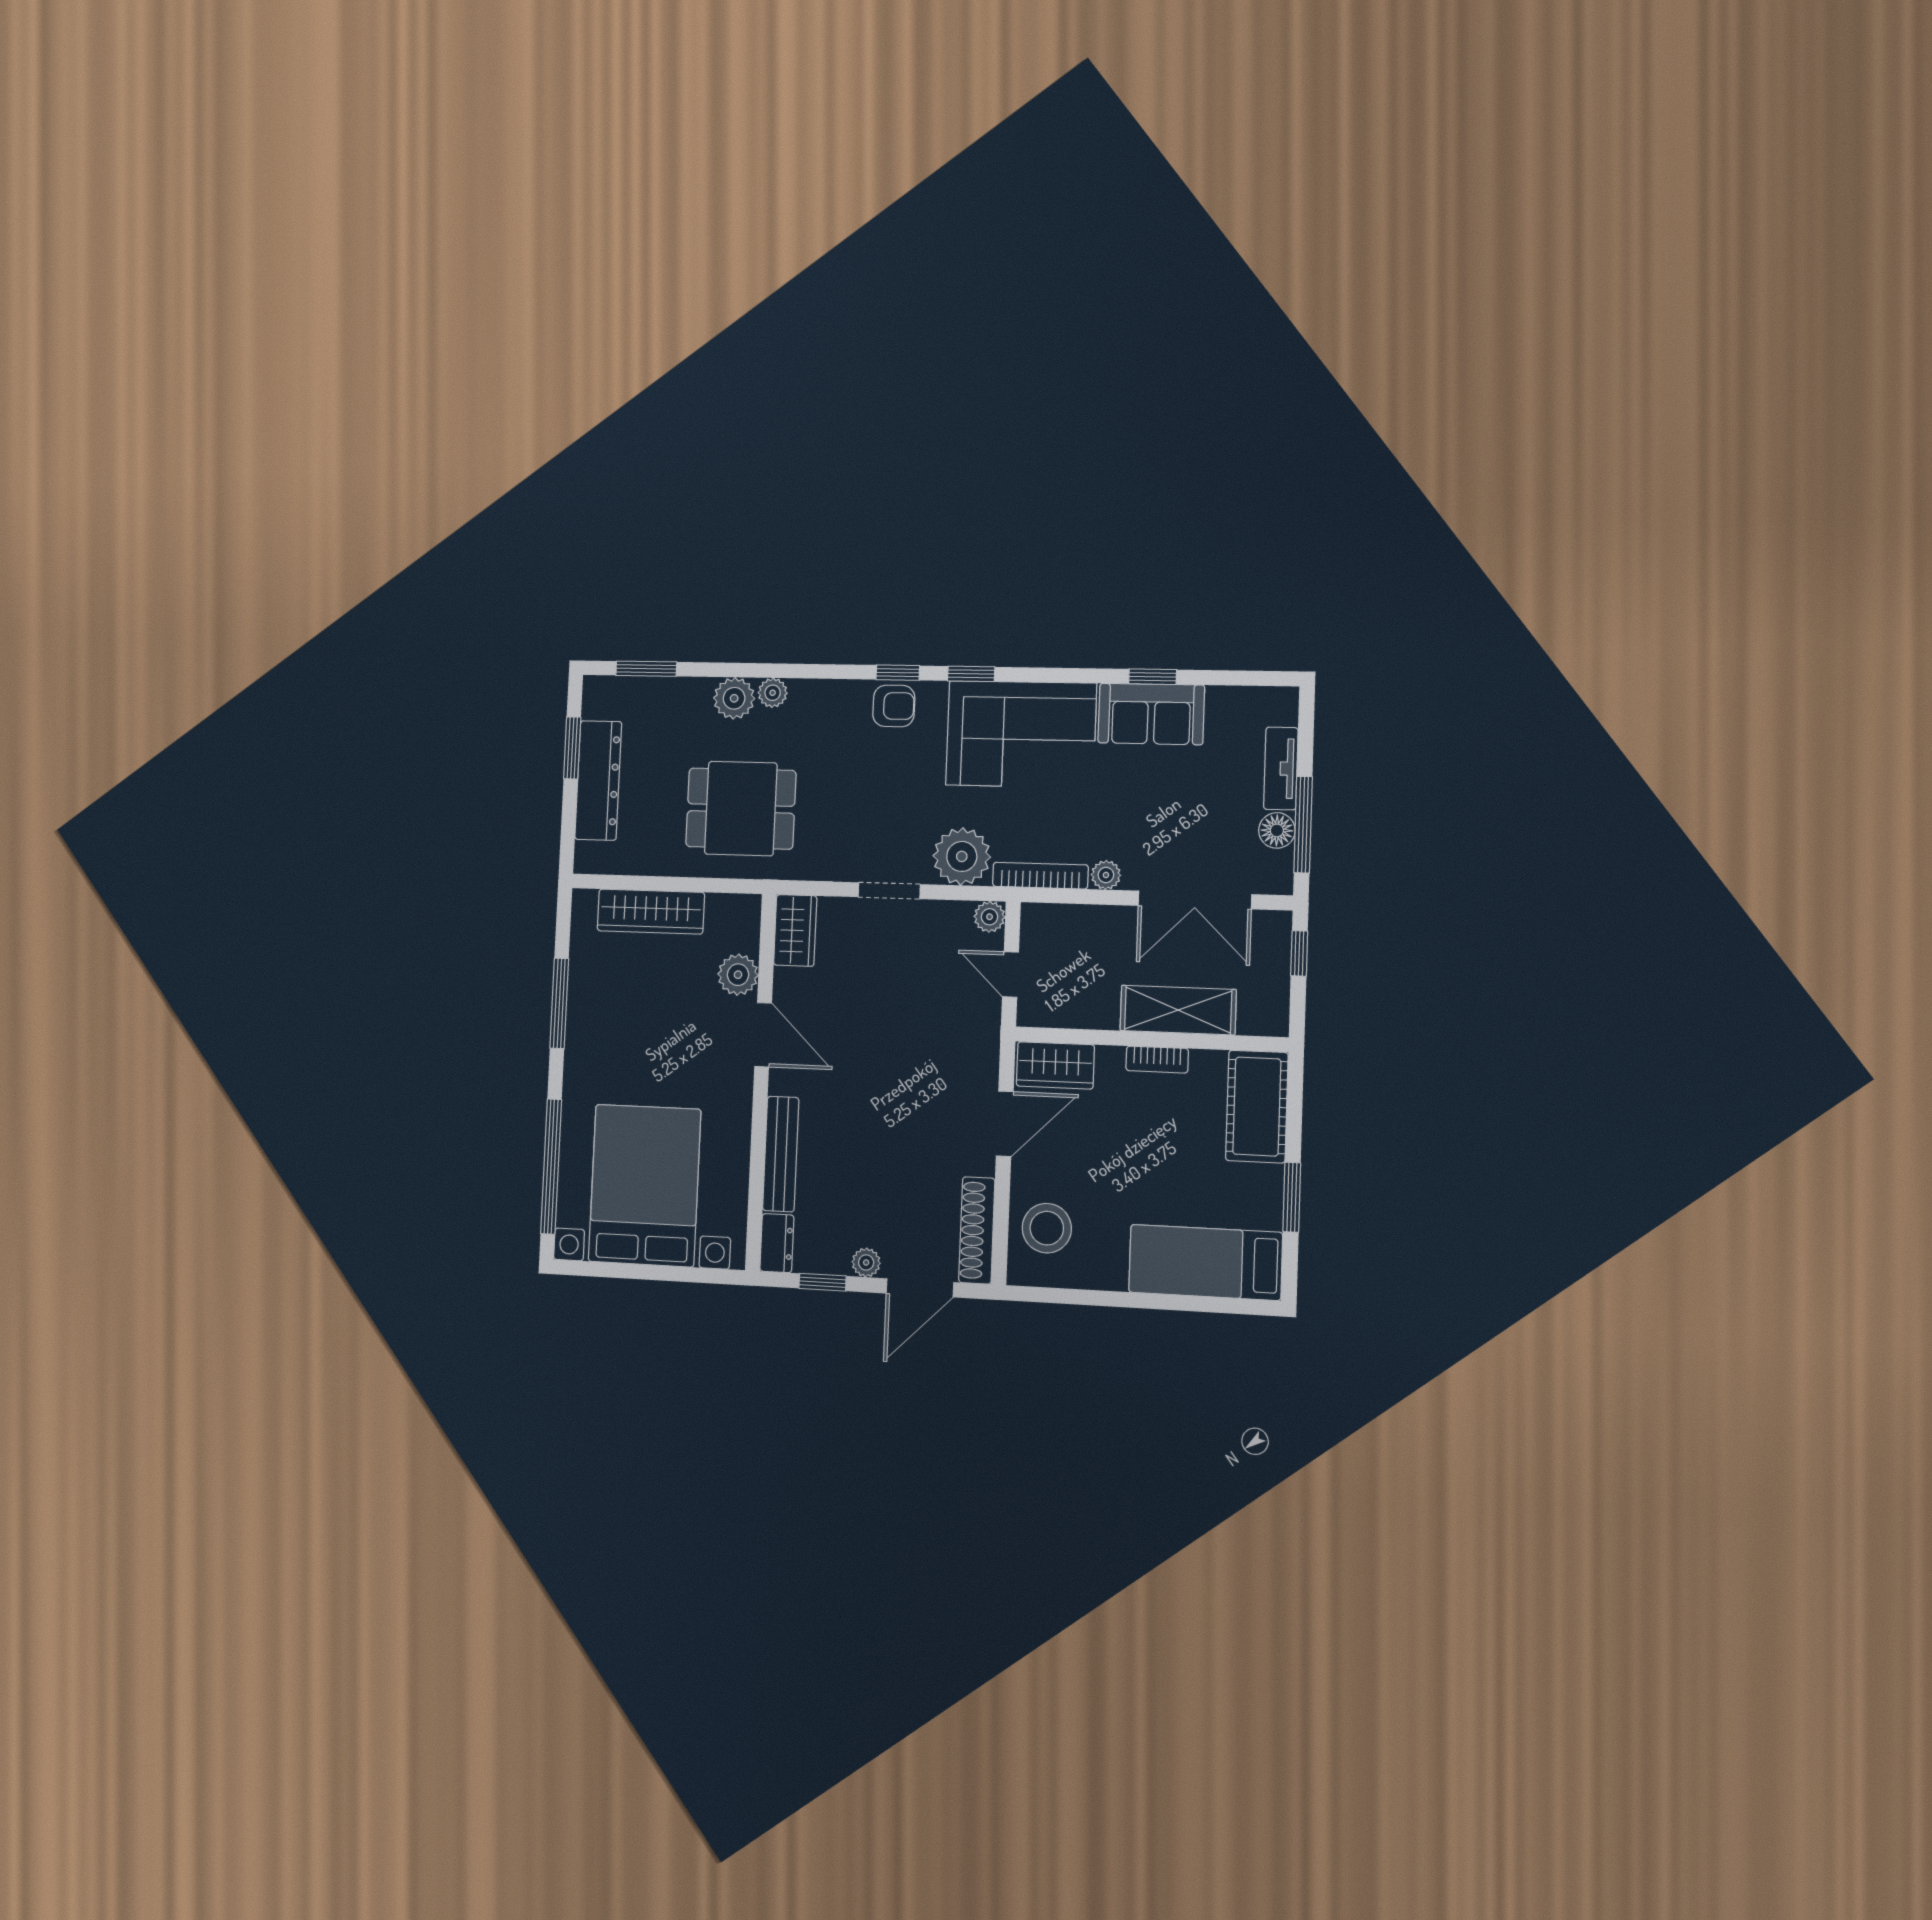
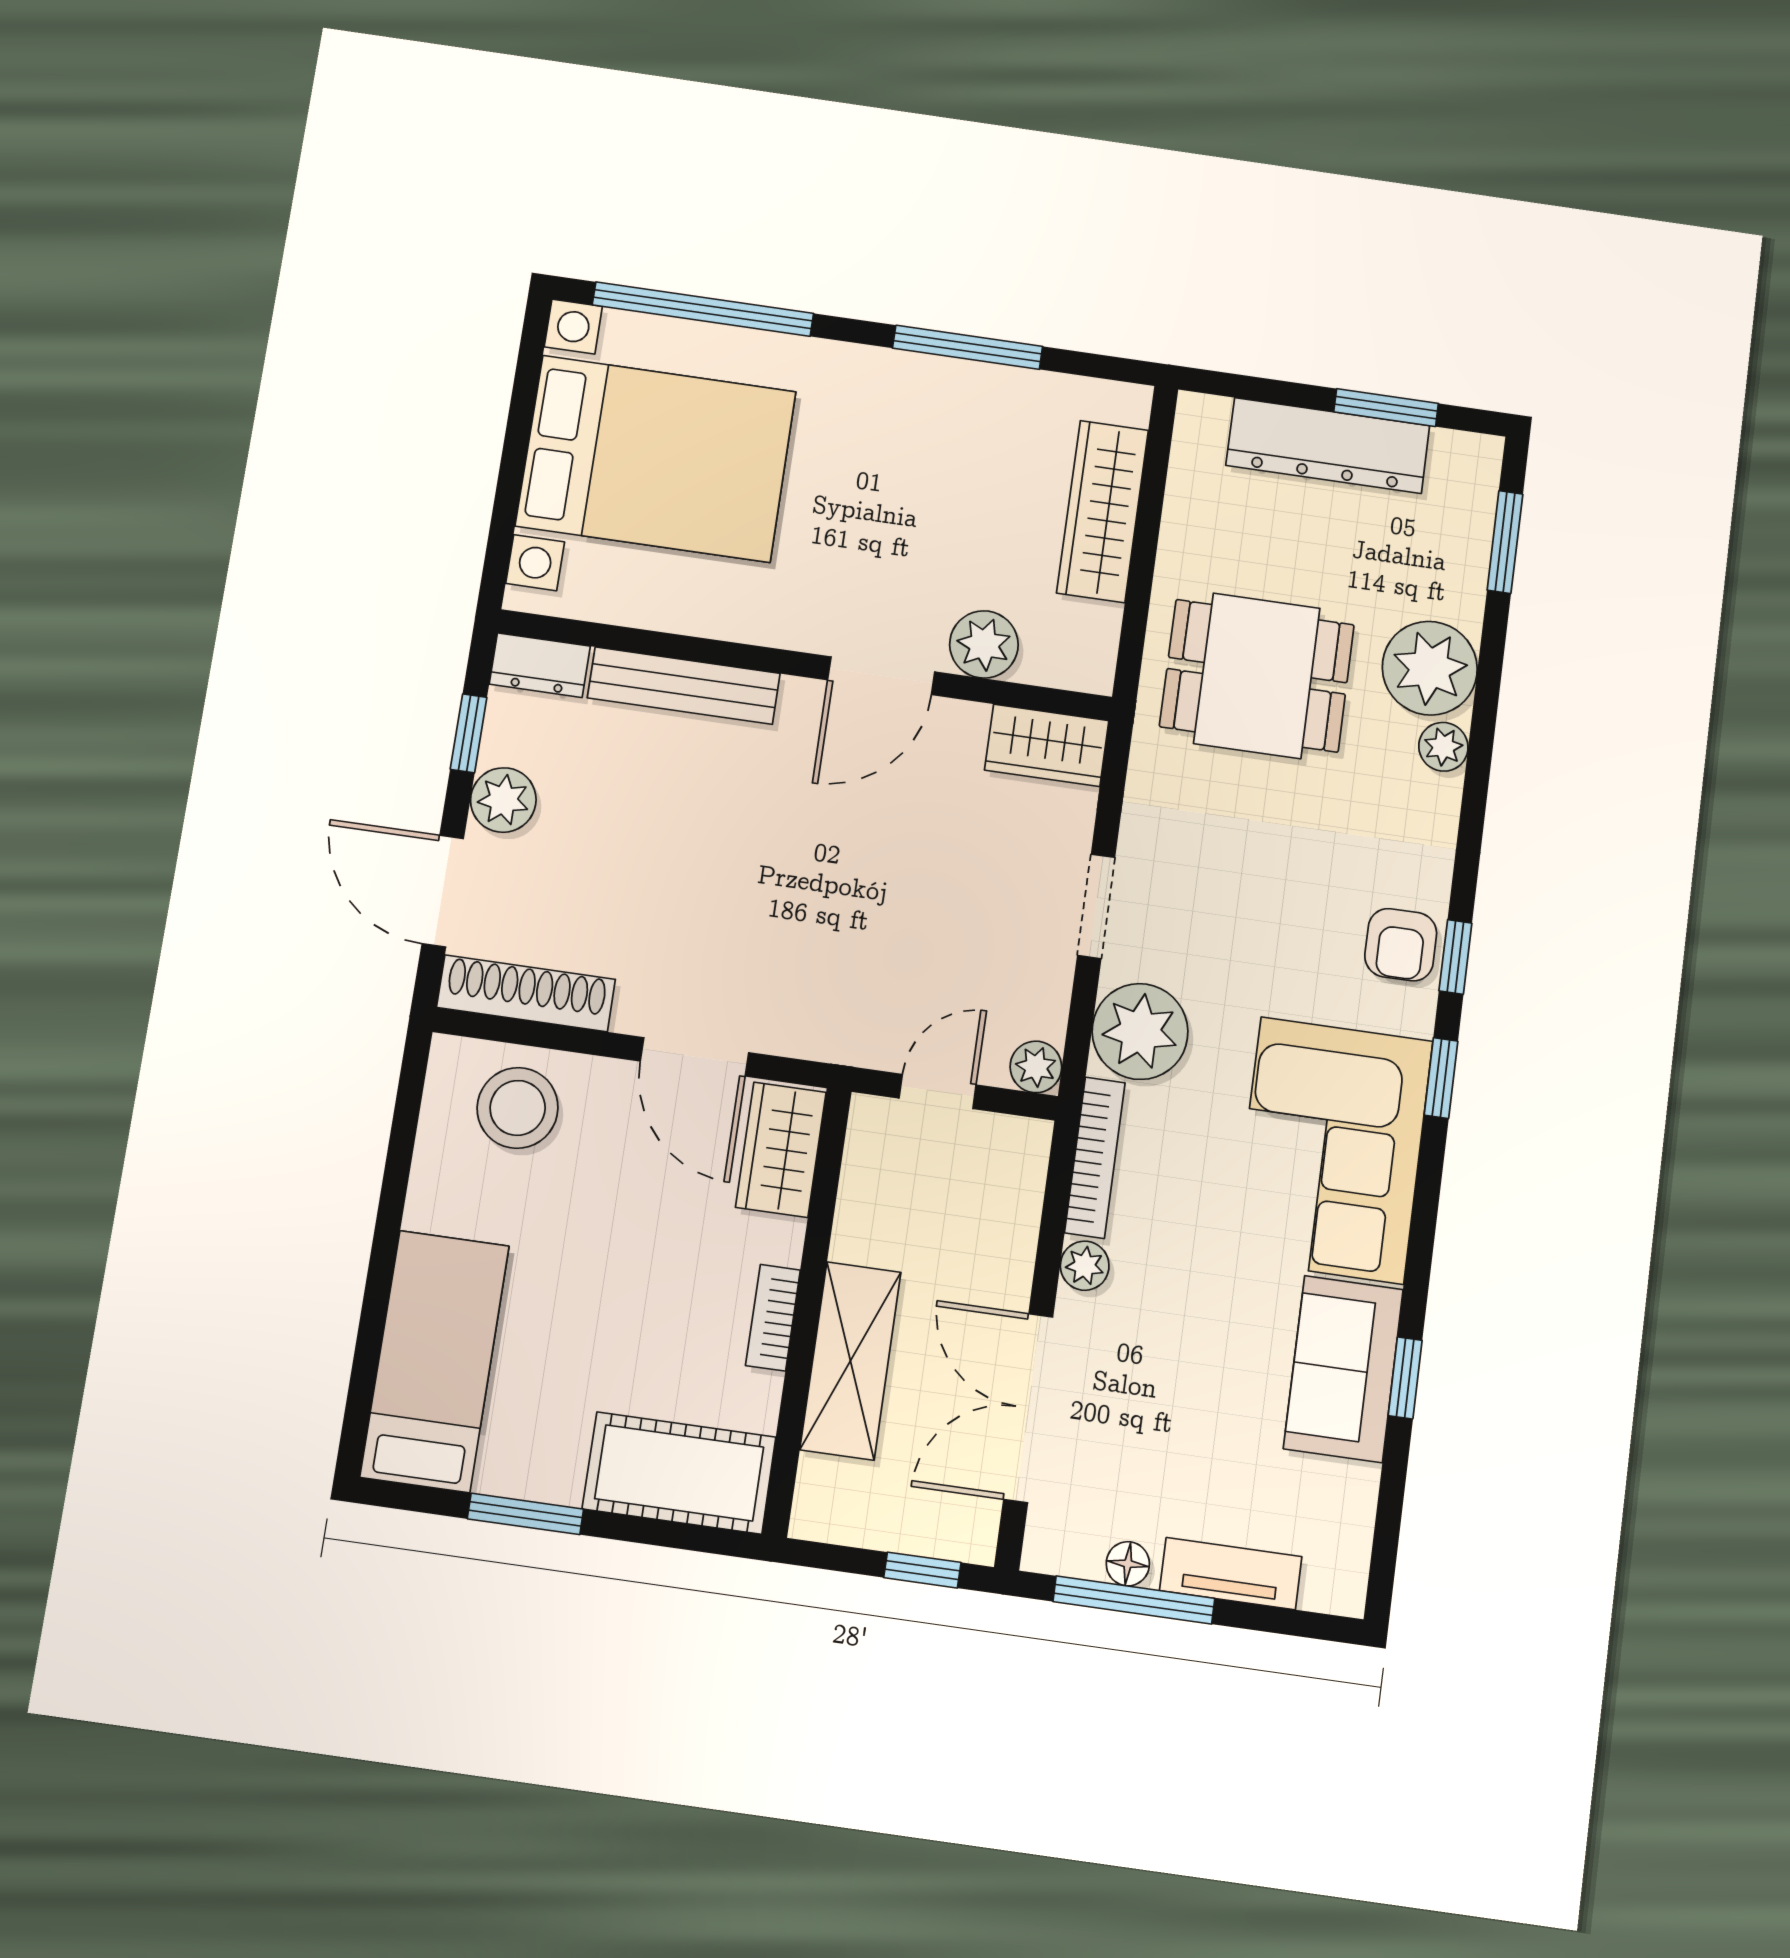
plant: (734, 698) -> (1430, 668), width x1.36, depth x1.36
dining table: (741, 809) -> (1257, 676), turned 90
floor lamp: (1277, 830) -> (1128, 1564), width x0.73, depth x0.73
plant: (866, 1262) -> (503, 800), width x1.38, depth x1.38

